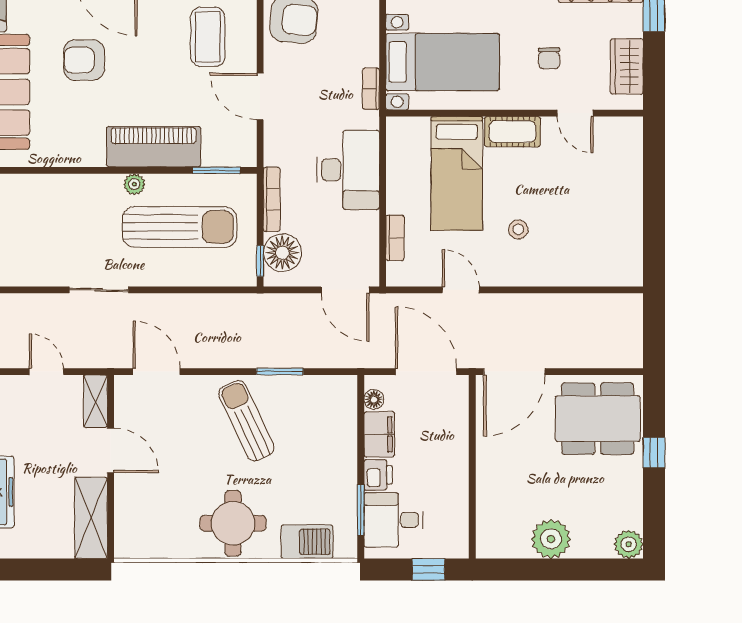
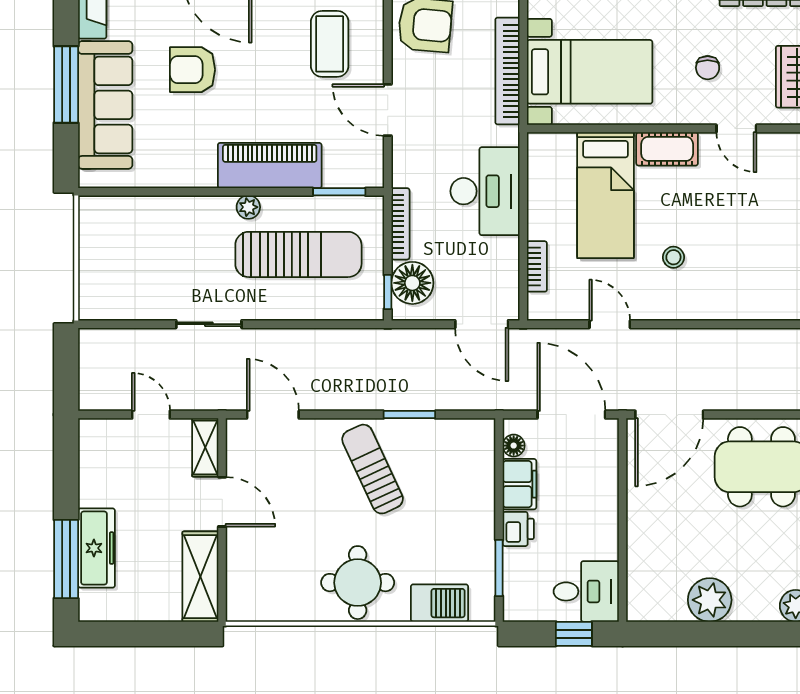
bookcase: (371, 89) -> (507, 71), width x2.31, depth x1.31
desk: (394, 520) -> (586, 591), moved, turned 180

